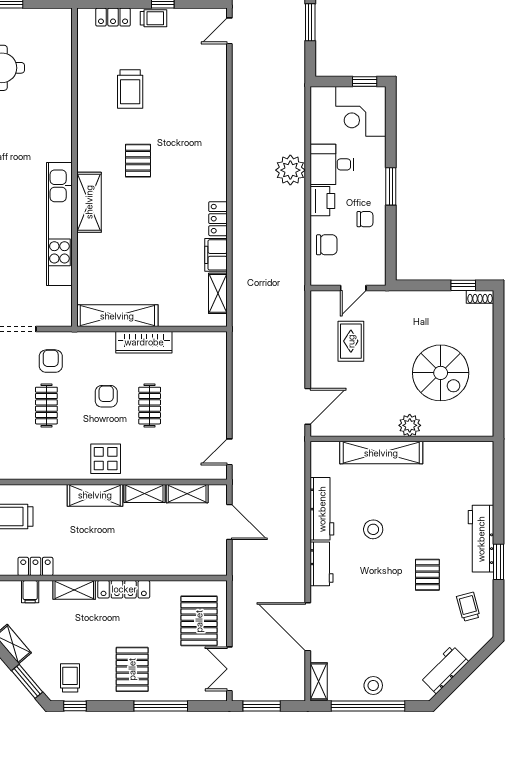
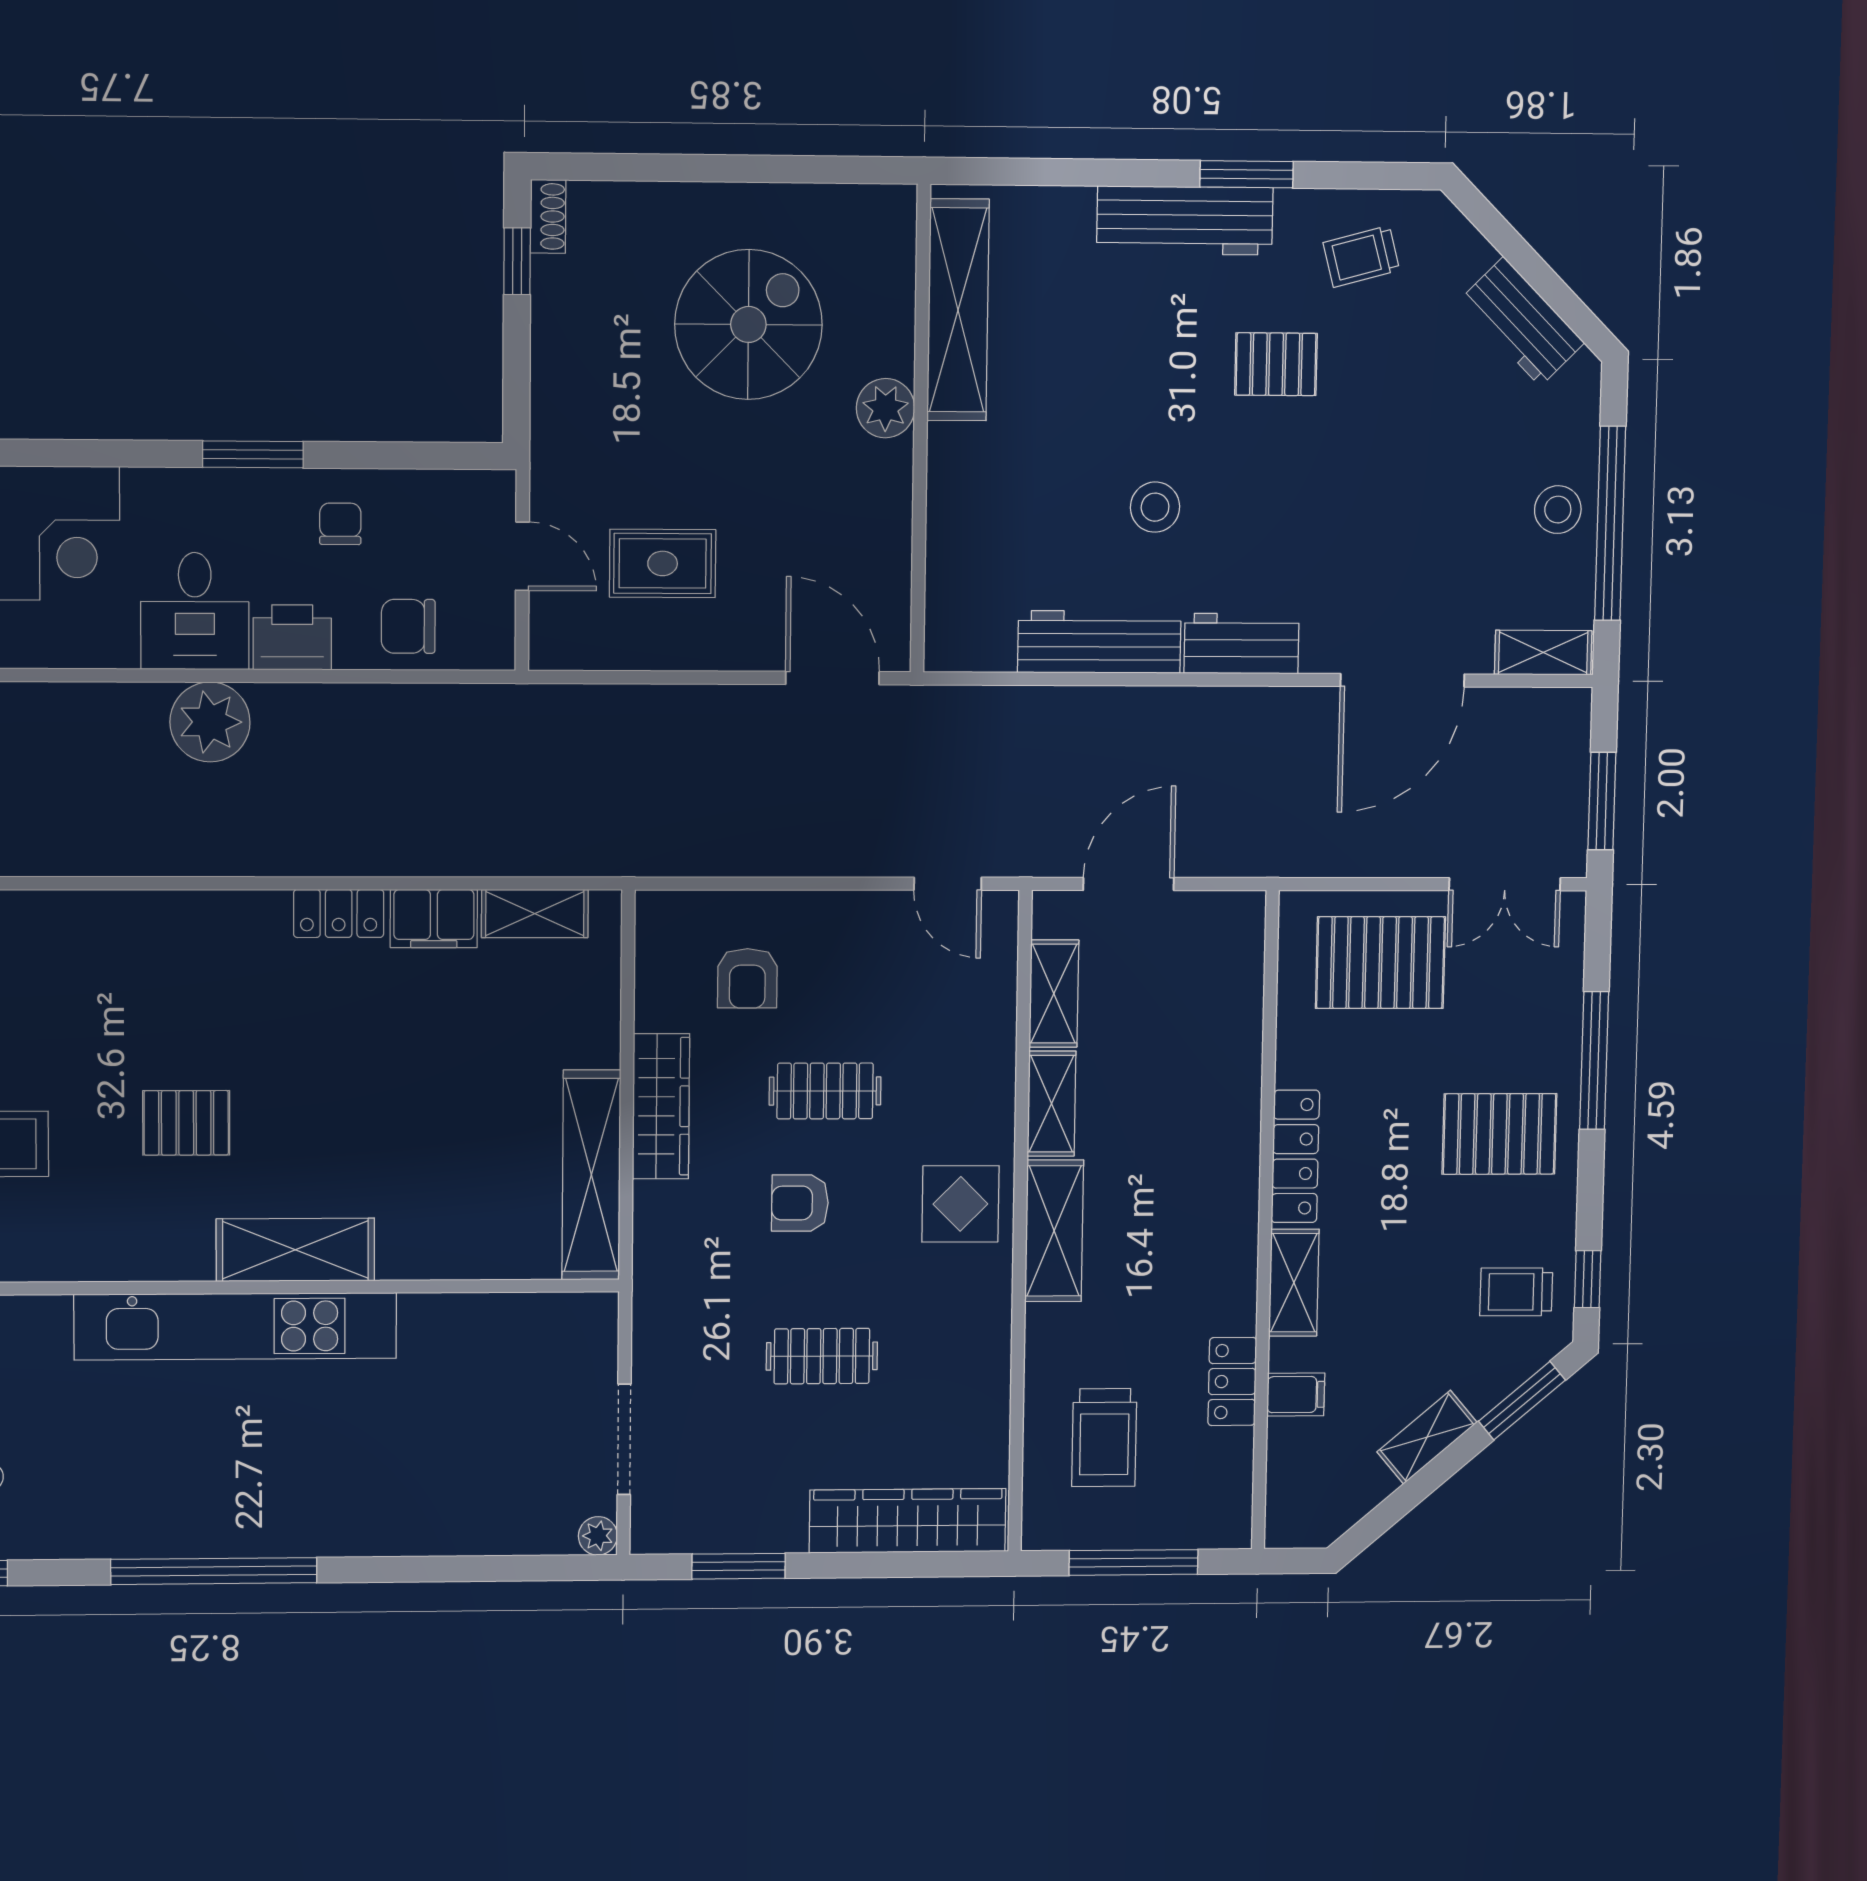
kitchen unit: (59, 224) -> (235, 1326), moved
chair: (327, 245) -> (408, 626), turned -90
armchair: (51, 361) -> (747, 978), moved, turned -90
shelving: (381, 453) -> (958, 310), moved

